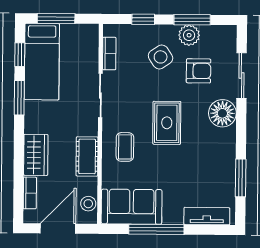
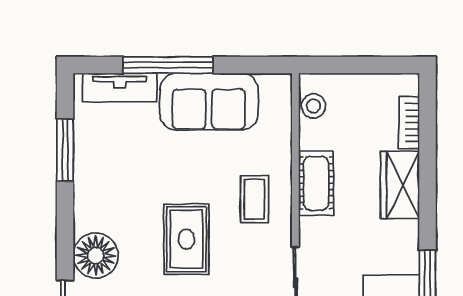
sofa: (132, 207) -> (209, 102), moved
door: (58, 229) -> (363, 65), removed
window: (156, 229) -> (168, 65), moved

